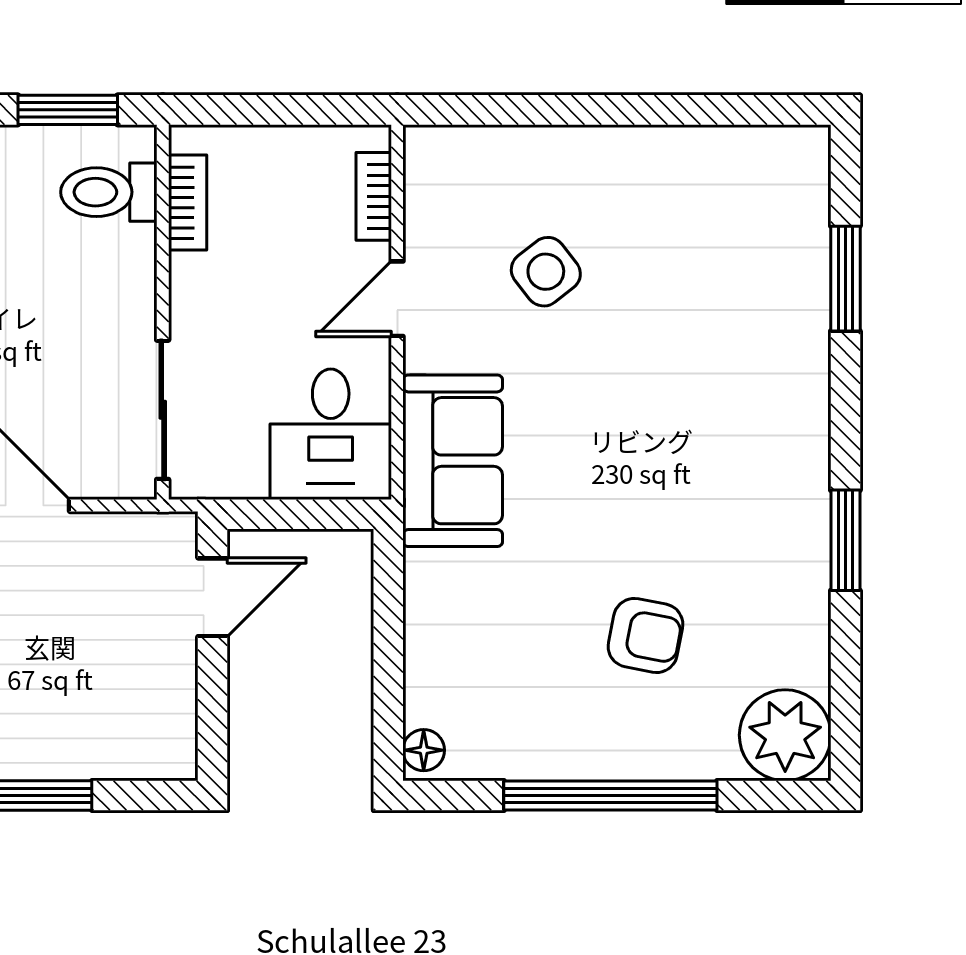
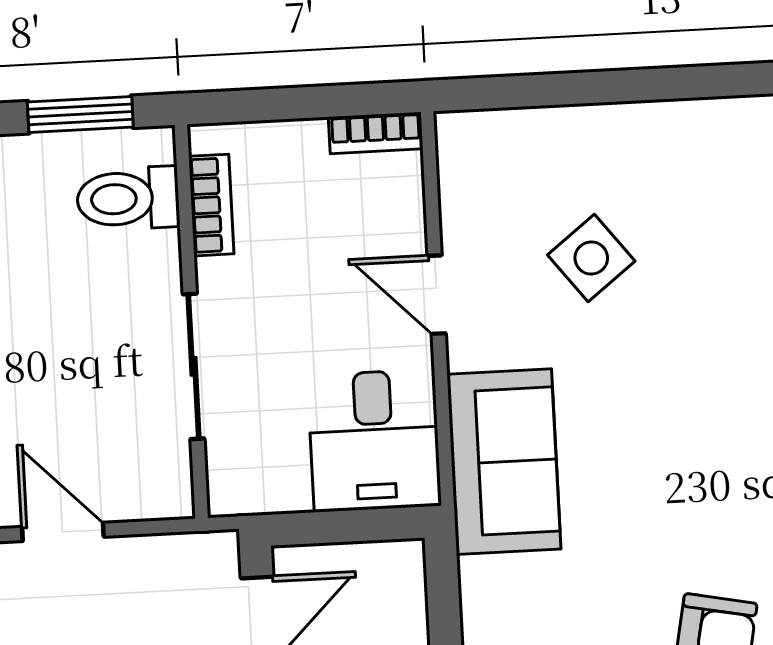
bookcase: (374, 196) -> (376, 133), moved, turned -90
door: (397, 299) -> (437, 295), hinge flipped
sliding door: (163, 410) -> (194, 366), moved

